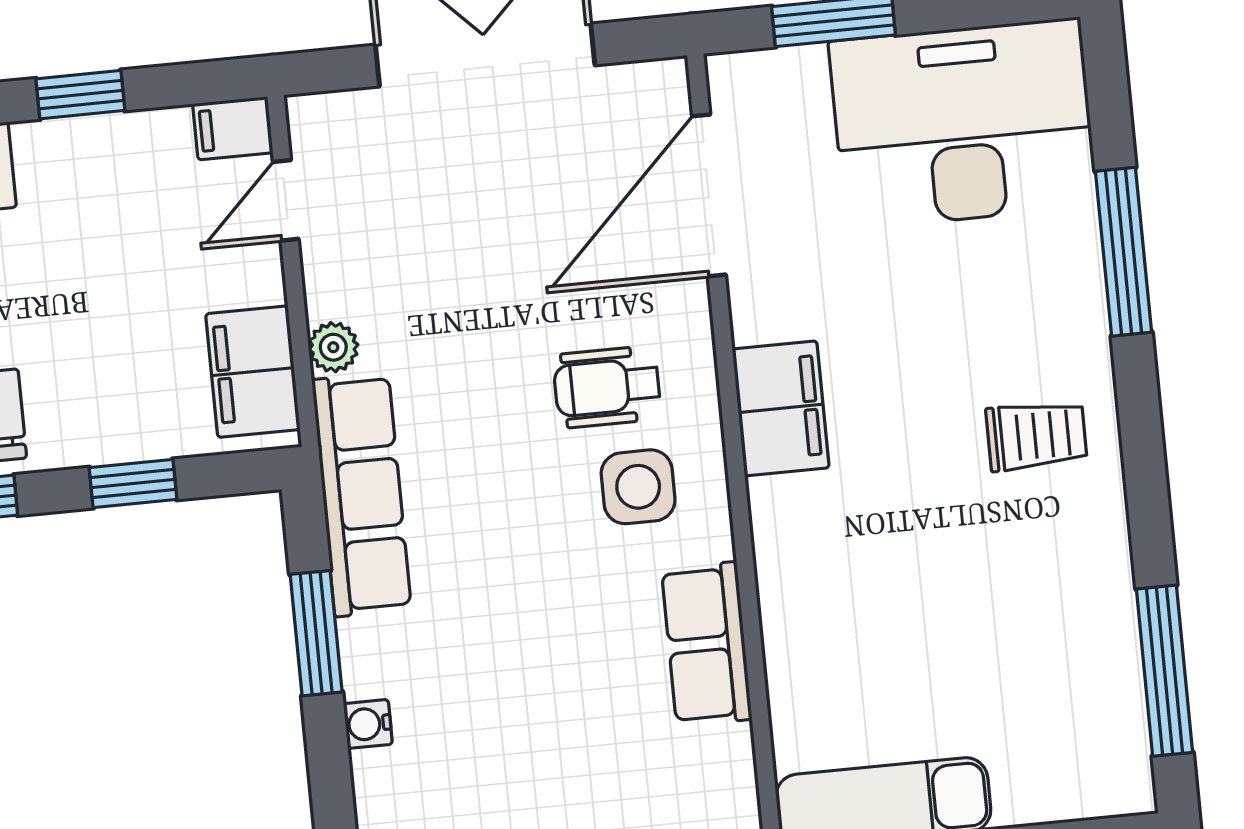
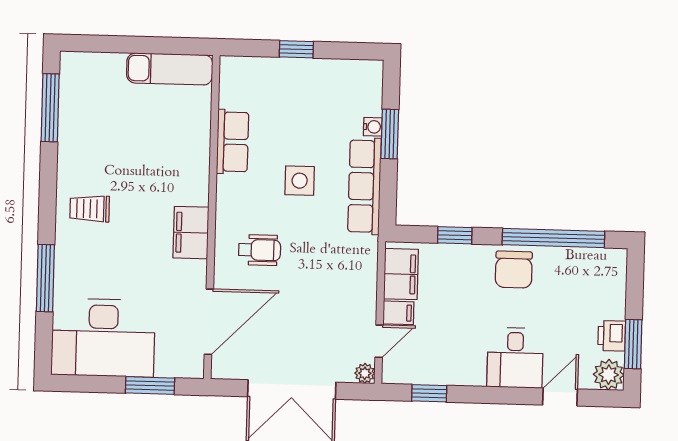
window: (80, 95) -> (429, 393), moved
filing cabinet: (233, 128) -> (398, 313), moved
plant: (333, 347) -> (365, 373), moved
side table: (638, 487) -> (300, 181), moved
row of seats: (362, 495) -> (365, 186), moved
window: (316, 633) -> (390, 134), moved

